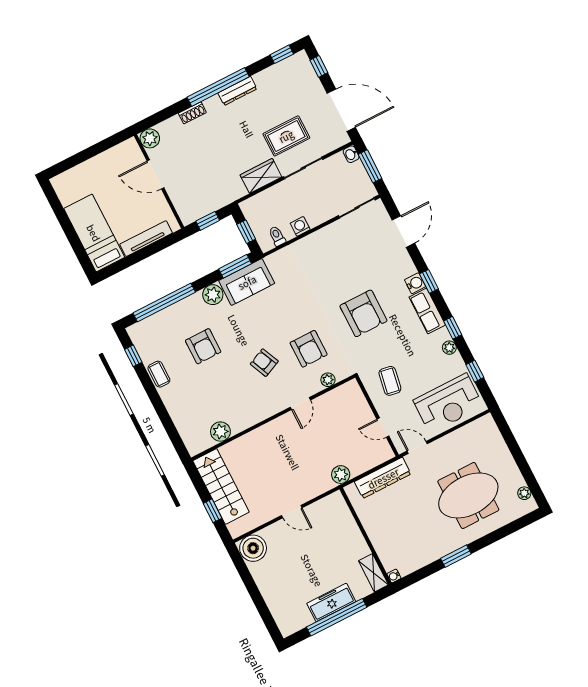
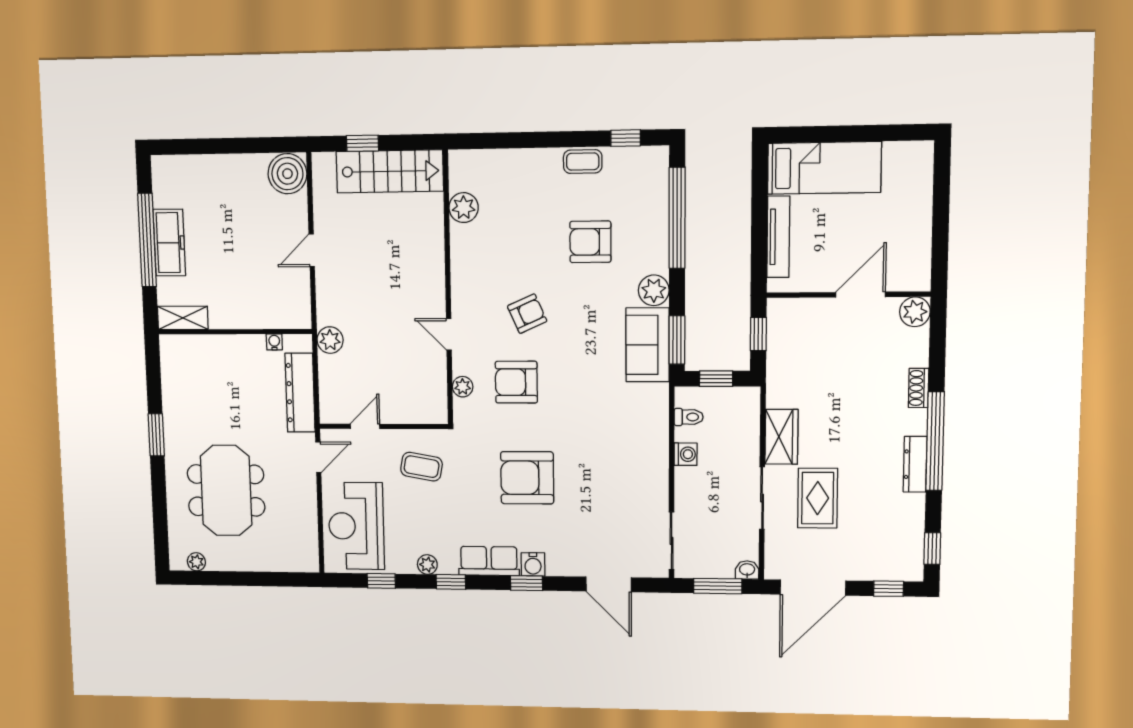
water cooler: (394, 576) -> (274, 342), moved

